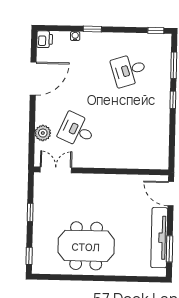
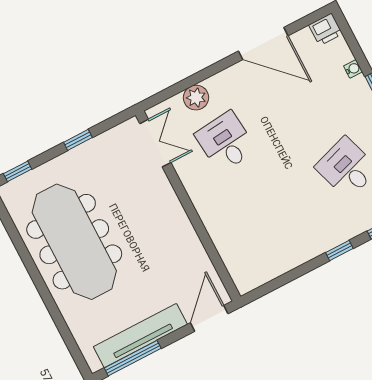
desk: (77, 130) -> (226, 142), turned -30
meeting table: (86, 246) -> (74, 242), width x1.36
window: (170, 249) -> (133, 358), width x1.44

